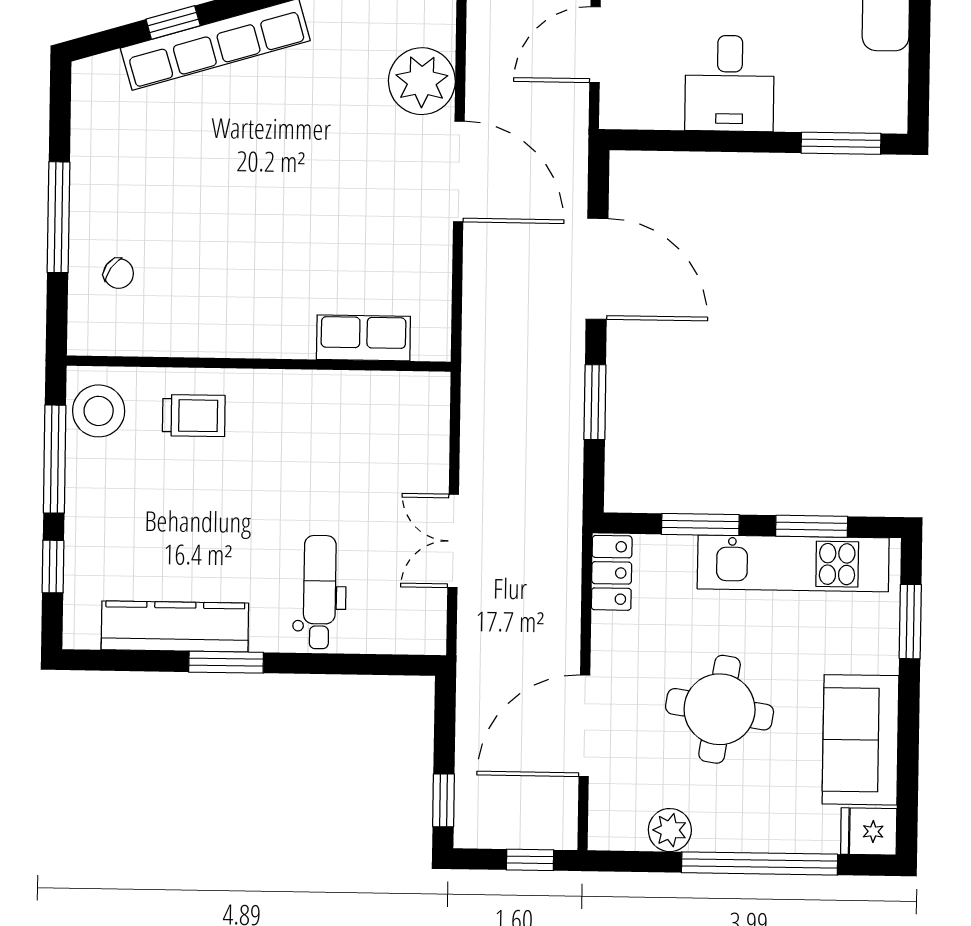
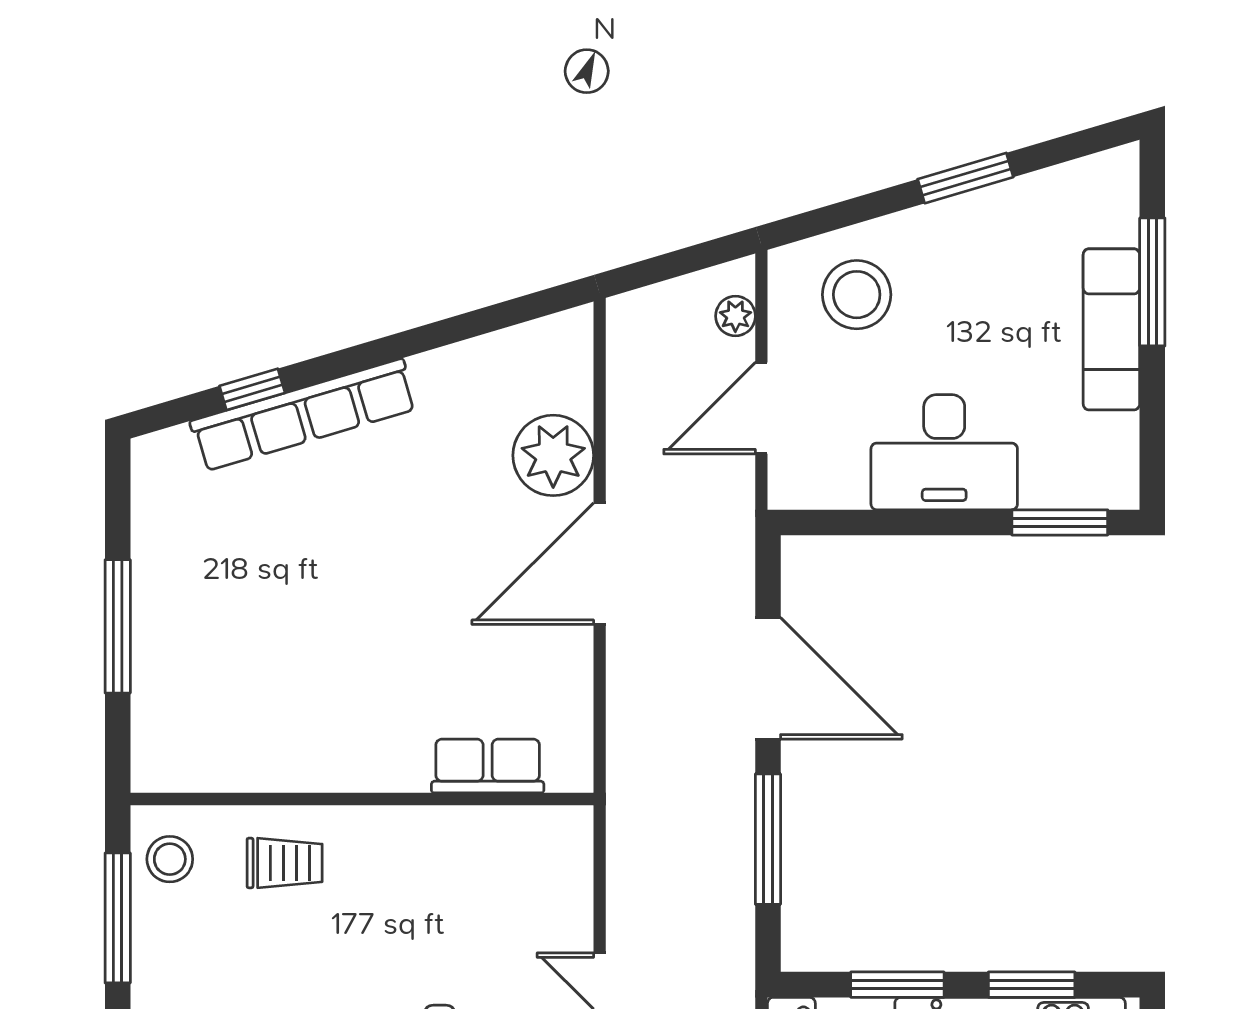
desk: (730, 83) -> (944, 452), width x1.37
door: (459, 172) -> (600, 564), swing flipped
chair: (119, 273) -> (191, 693), removed
window: (595, 402) -> (768, 839), width x1.44
stool: (99, 411) -> (170, 859), width x0.73, depth x0.73

